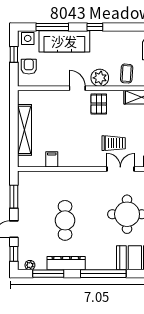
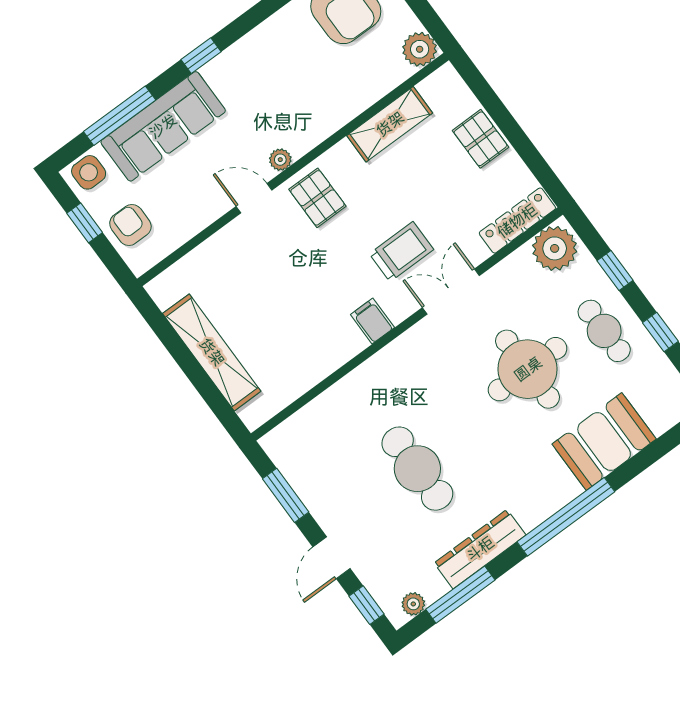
coffee table: (127, 74) -> (328, 100), removed
plant: (100, 78) -> (280, 160), width x0.53, depth x0.53
filing cabinet: (52, 159) -> (372, 321), moved

